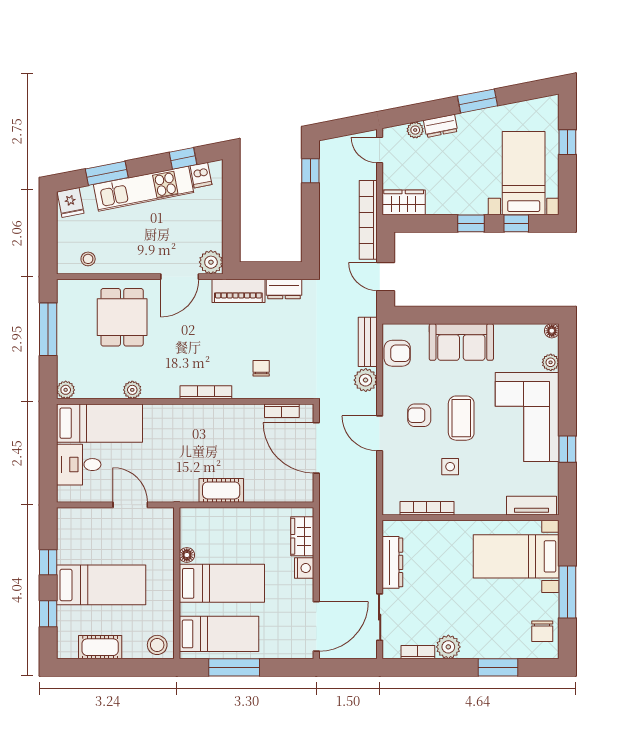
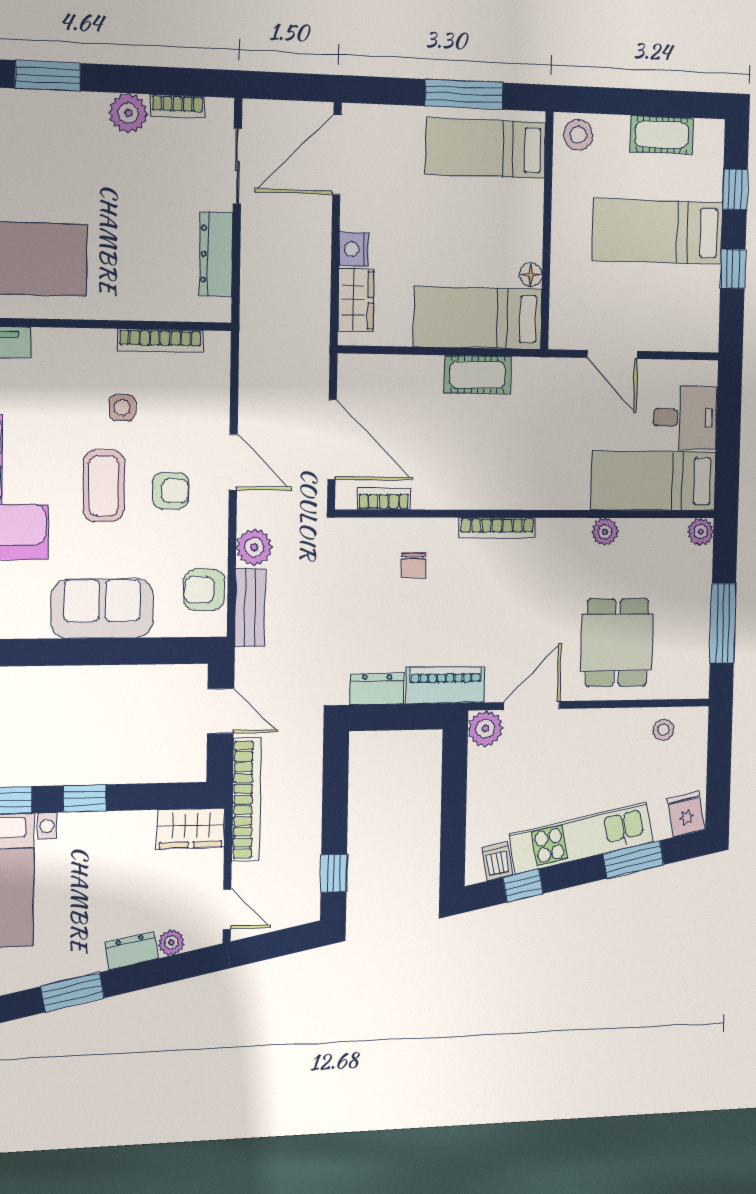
bed: (222, 583) -> (478, 318), moved

